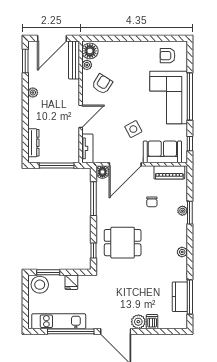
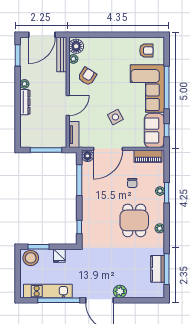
armchair: (168, 56) -> (146, 50), turned 180
dresser: (33, 143) -> (25, 102), moved
sofa: (162, 152) -> (154, 130), moved, turned -90
dining table: (123, 243) -> (134, 220), moved, turned 90
dishwasher: (152, 322) -> (132, 291), removed

